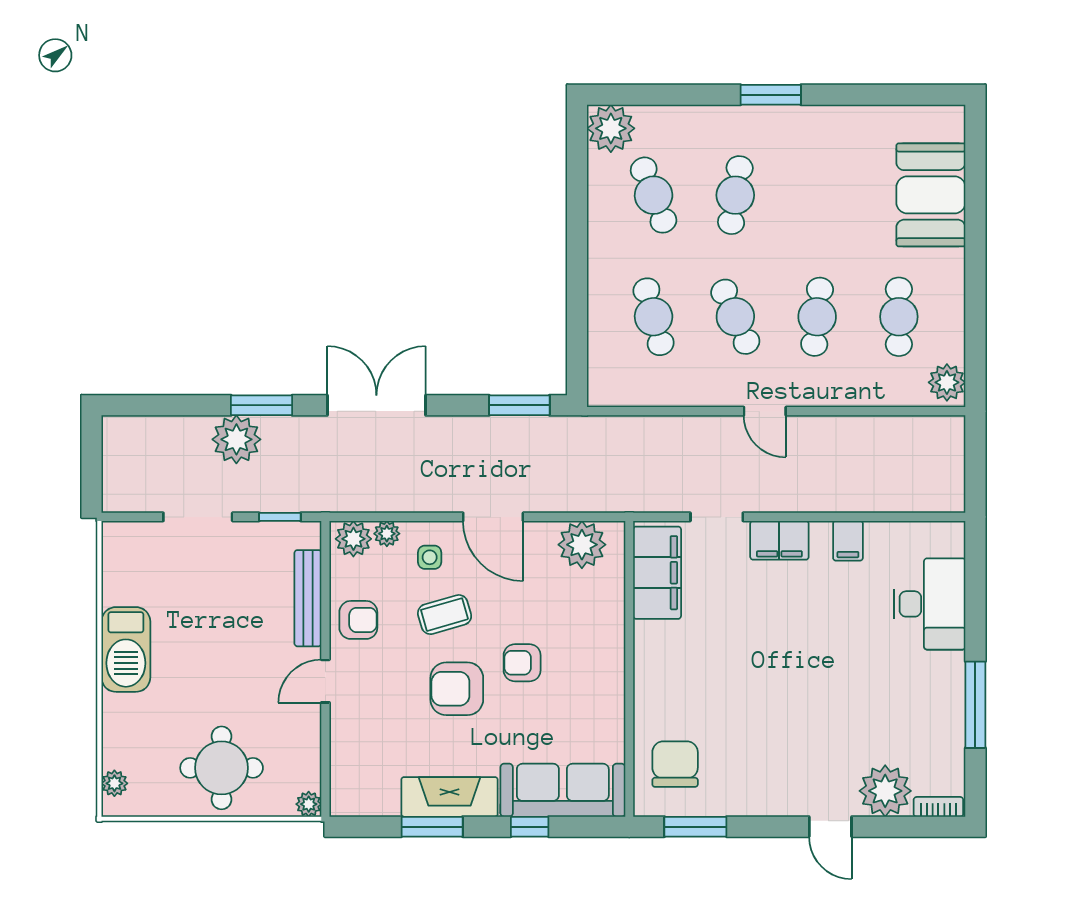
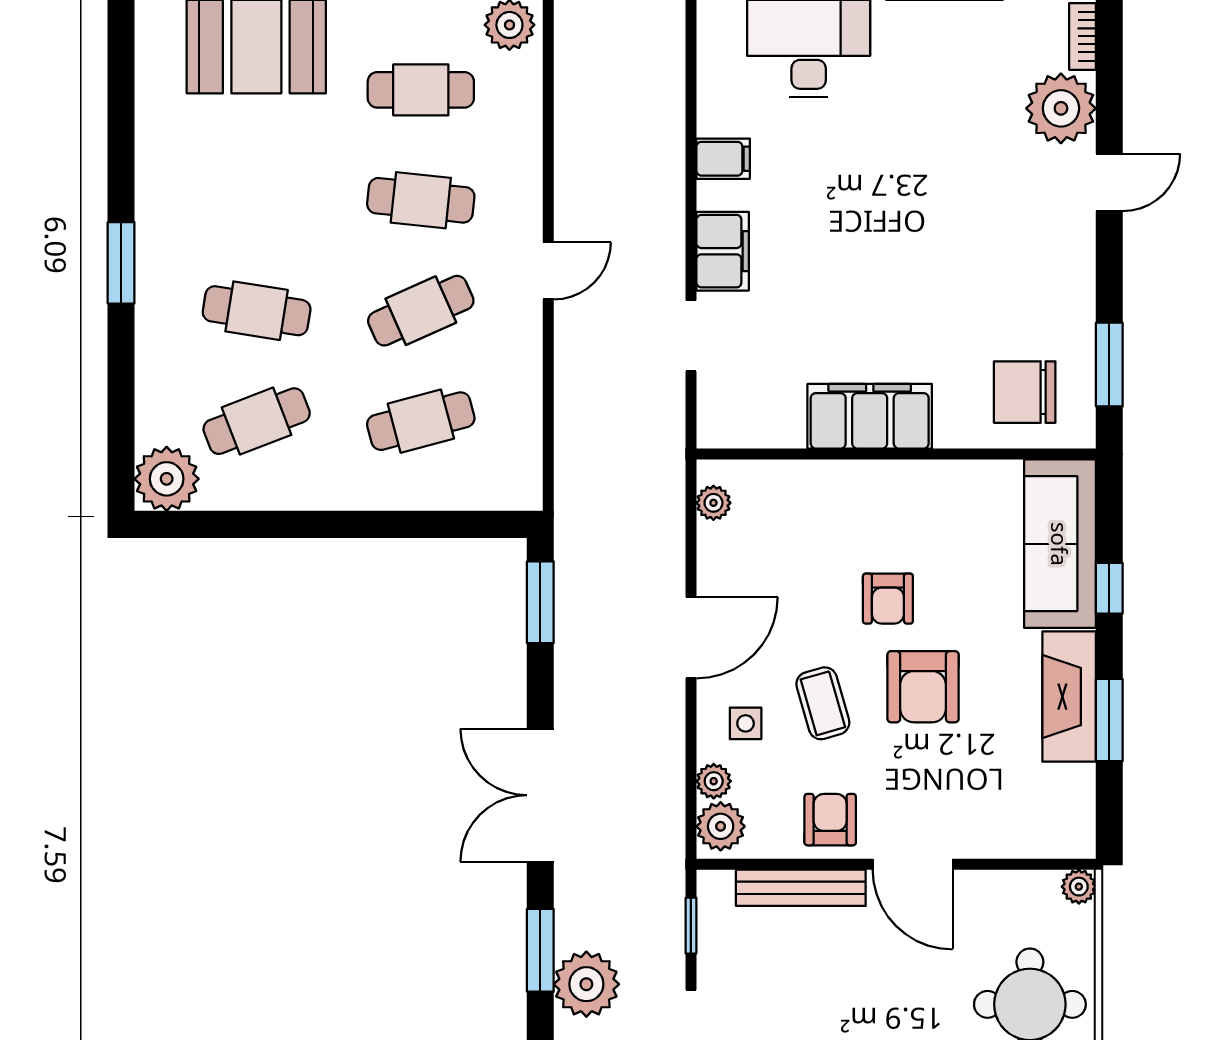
plant: (582, 545) -> (713, 503), width x0.53, depth x0.53
filing cabinet: (657, 573) -> (870, 416), moved
door: (325, 681) -> (913, 864), width x1.38

